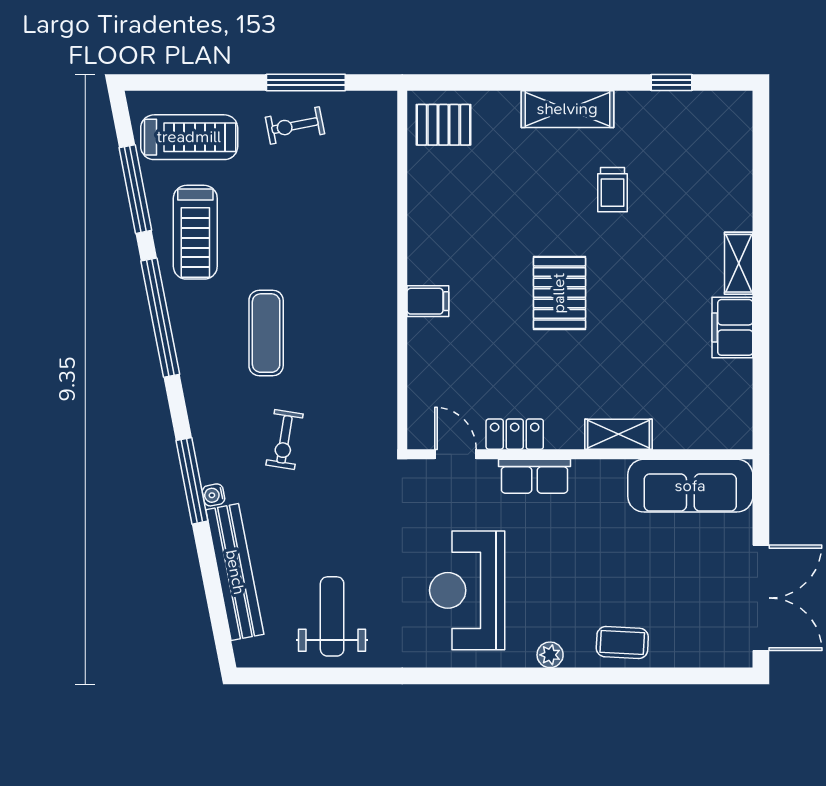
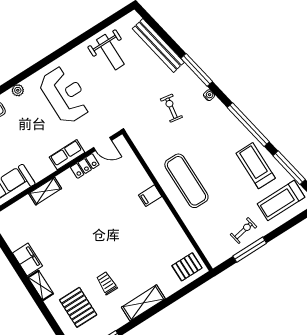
pallet: (559, 293) -> (78, 307), moved
exercise mat: (266, 333) -> (186, 181), moved, width x1.36, depth x1.45
water cooler: (214, 495) -> (209, 95), moved

